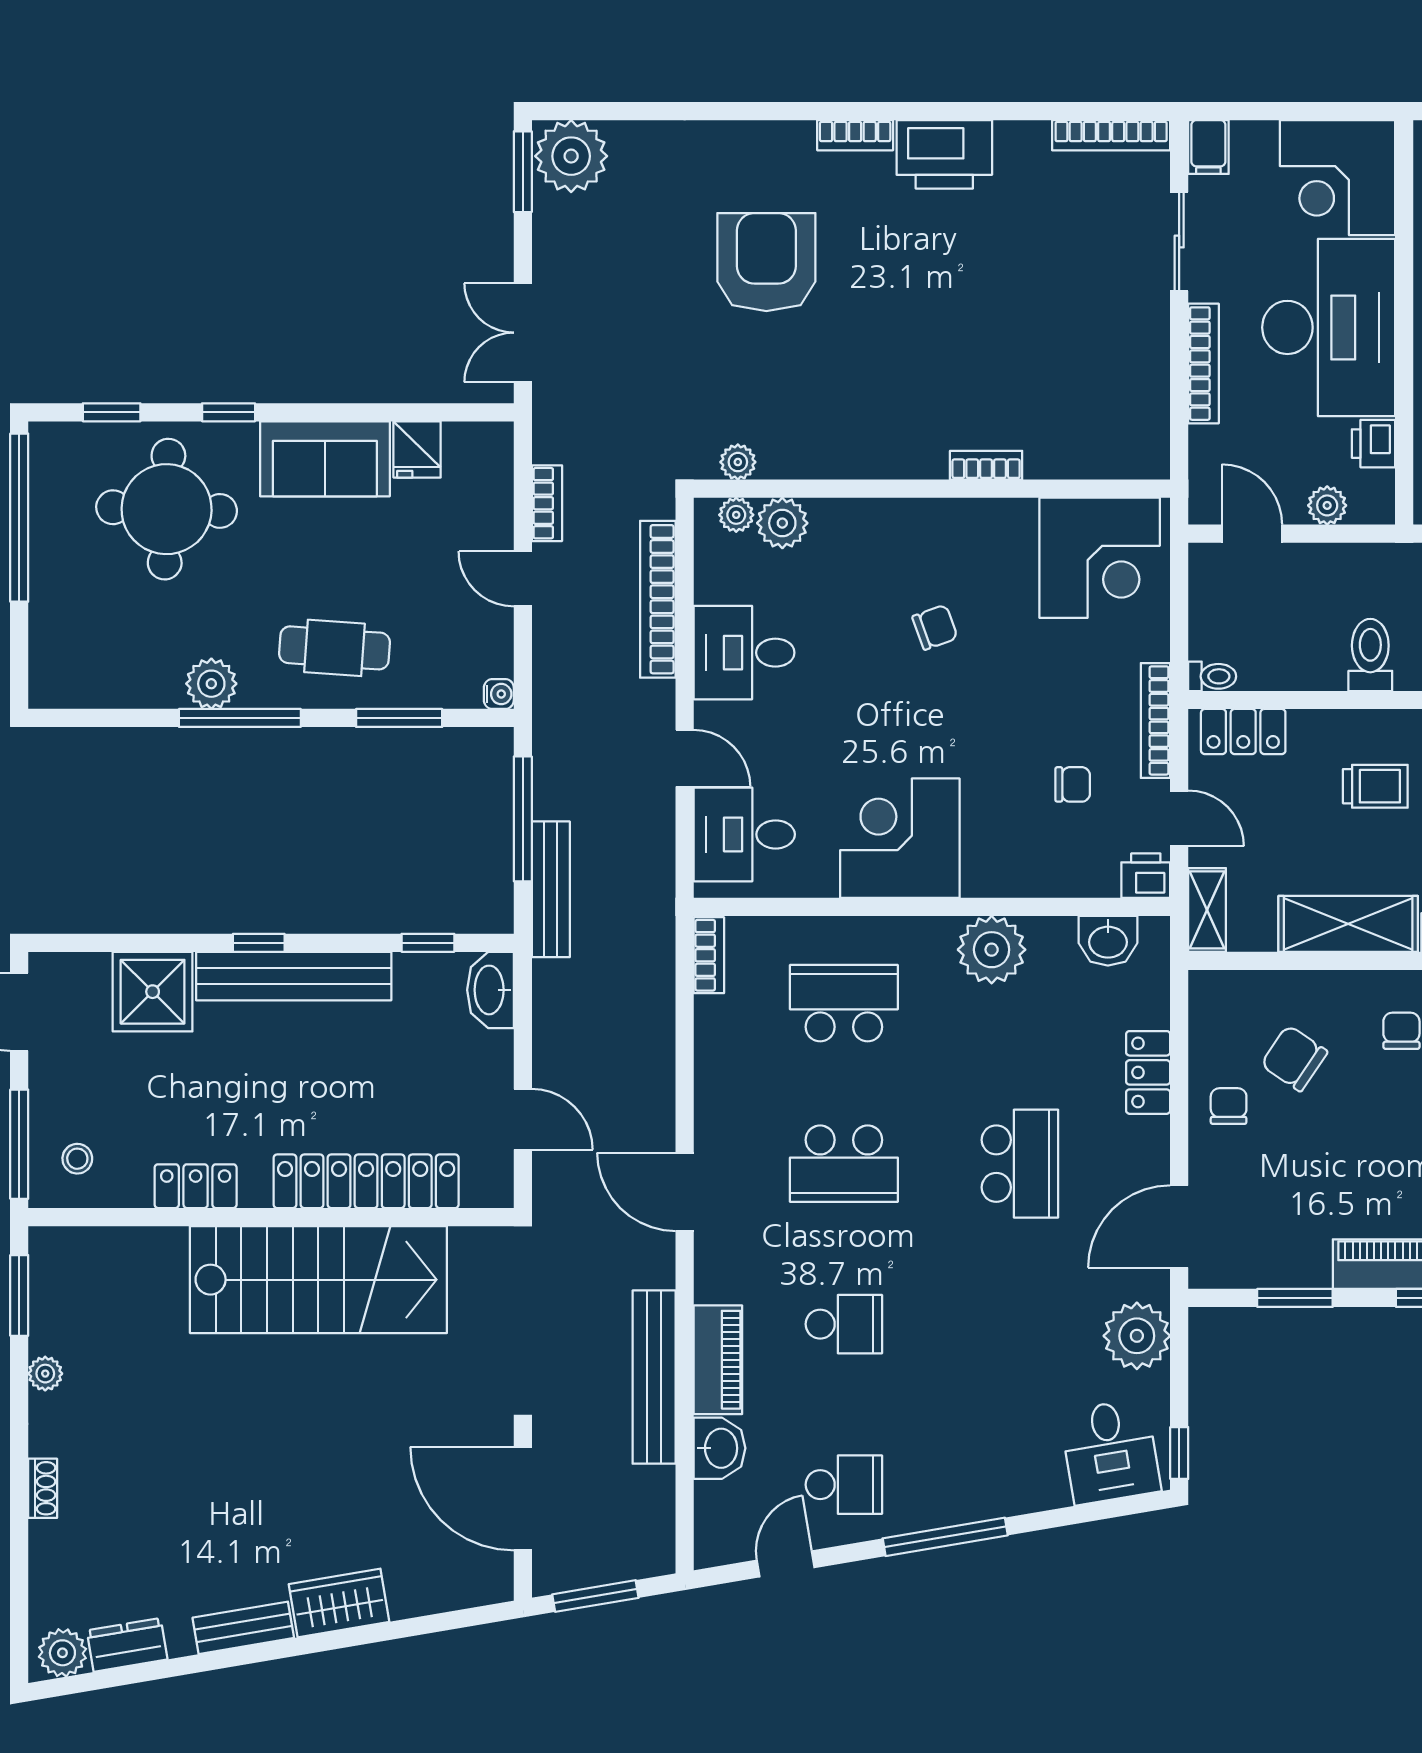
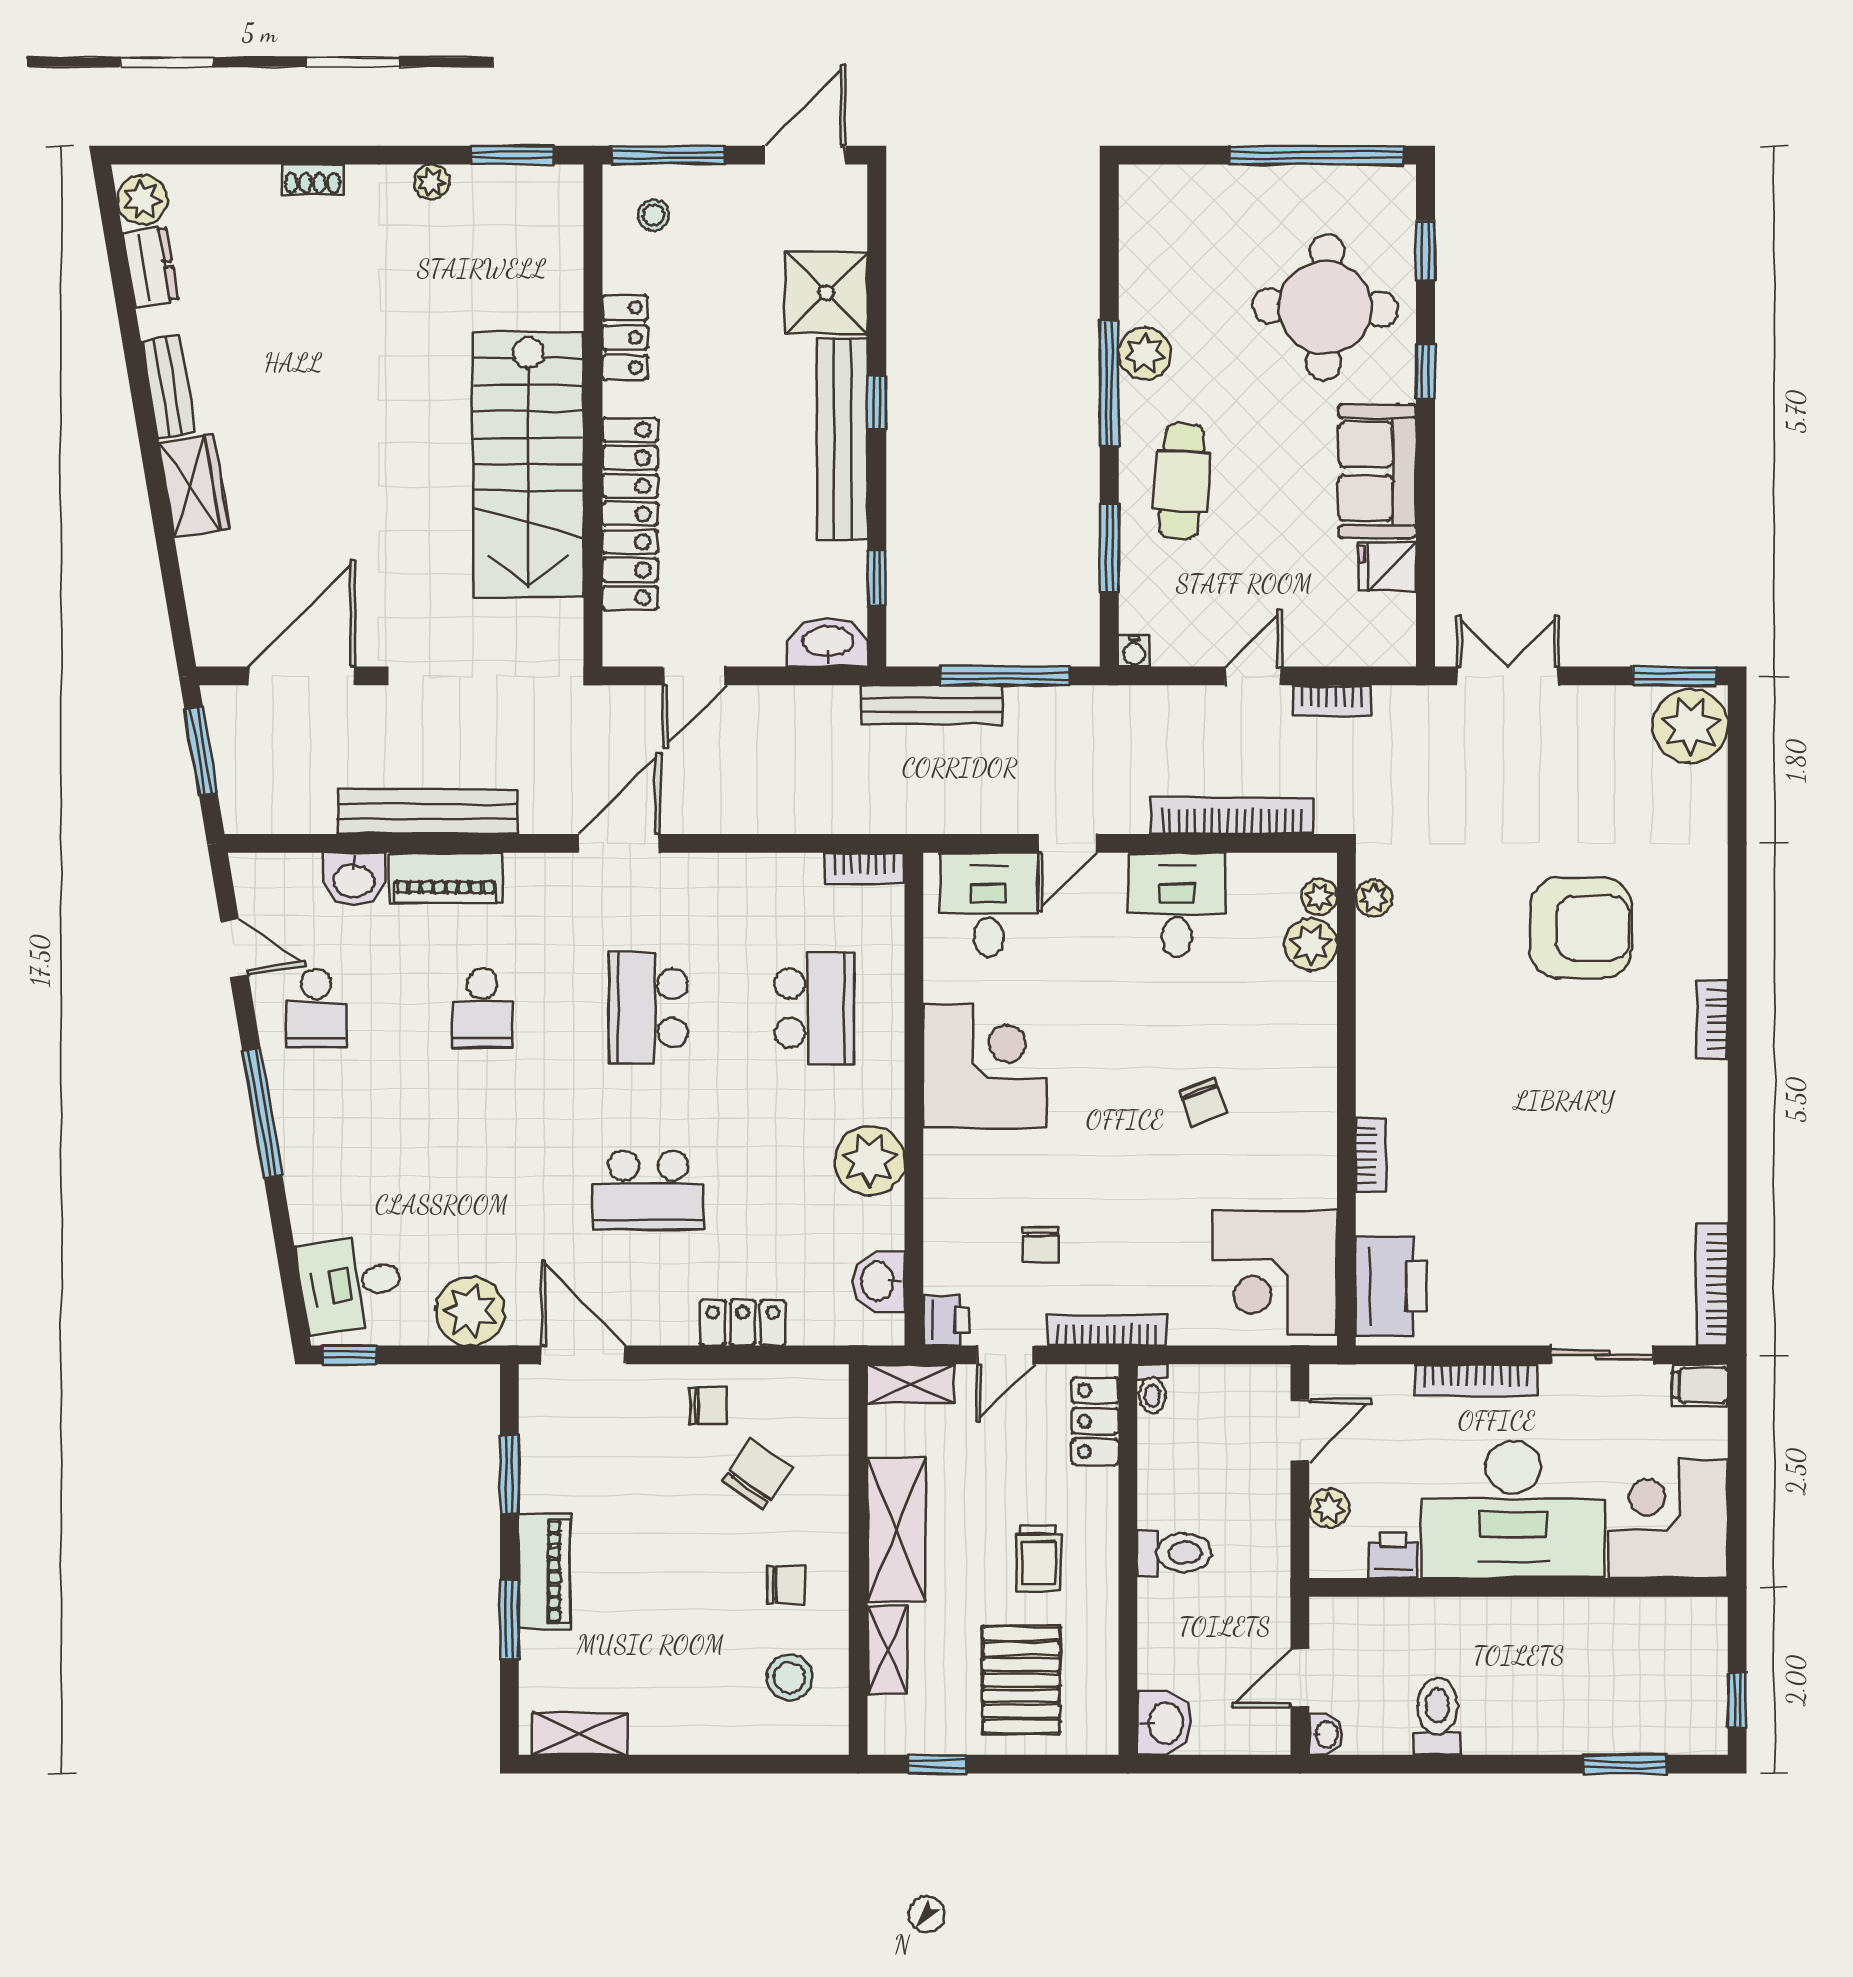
printer: (944, 154) -> (1391, 1286), moved, turned 180

